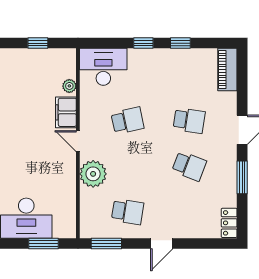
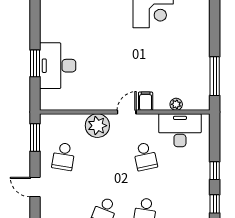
window: (38, 43) -> (215, 76), width x2.17
desk: (103, 67) -> (180, 130), moved, turned -90
filing cabinet: (66, 112) -> (146, 101), width x0.50
window: (43, 244) -> (35, 63), moved

